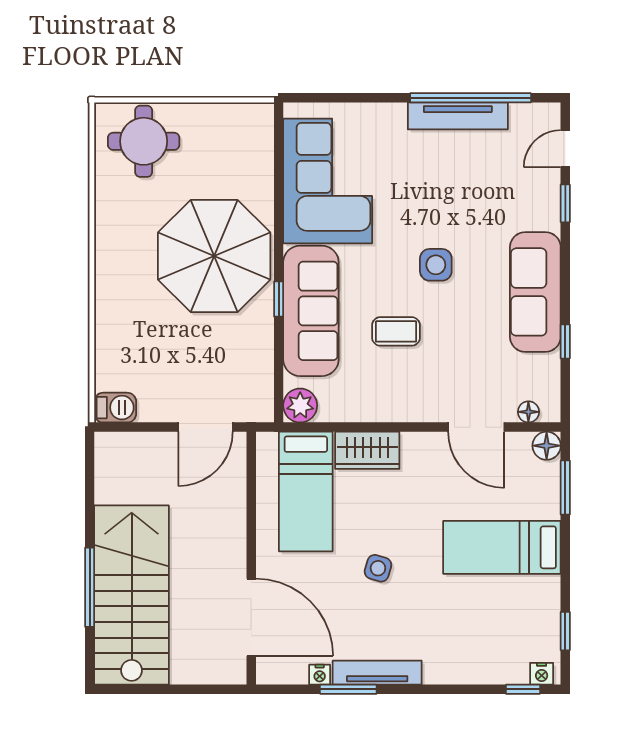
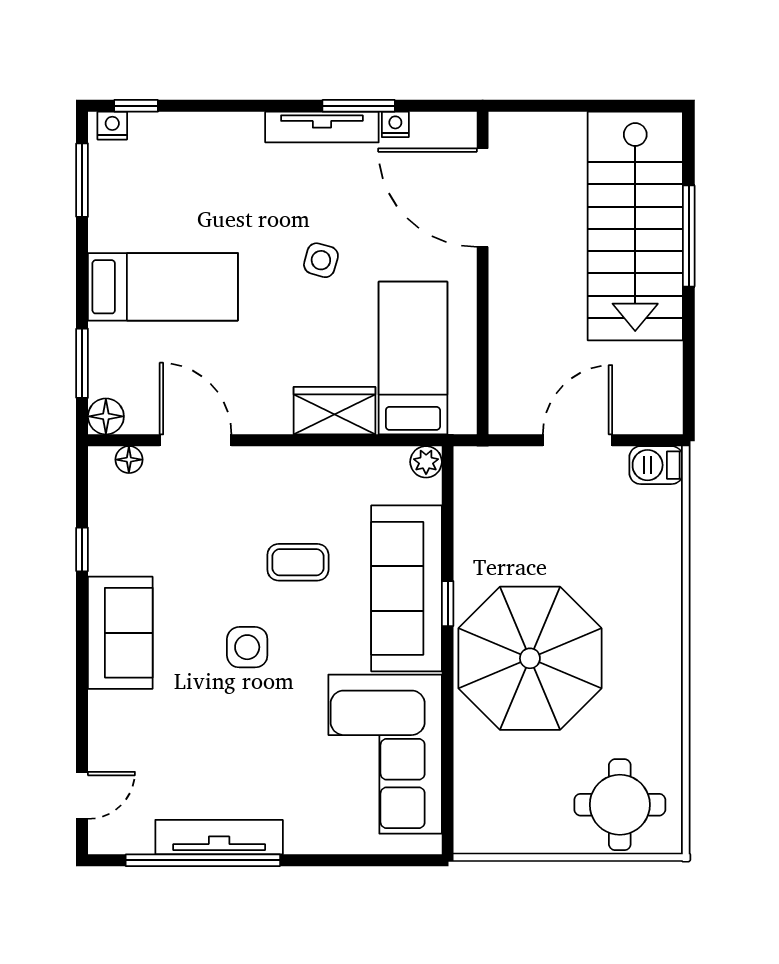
window: (565, 203) -> (82, 726), removed
sofa: (535, 292) -> (120, 633), width x0.73
plant: (300, 405) -> (426, 462), width x0.73, depth x0.73
door: (205, 427) -> (578, 440), moved
window: (565, 631) -> (82, 180), width x1.50

